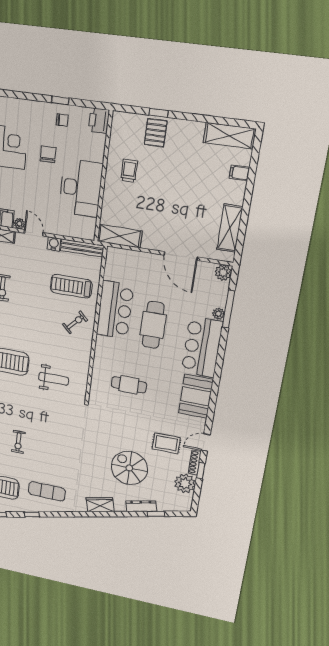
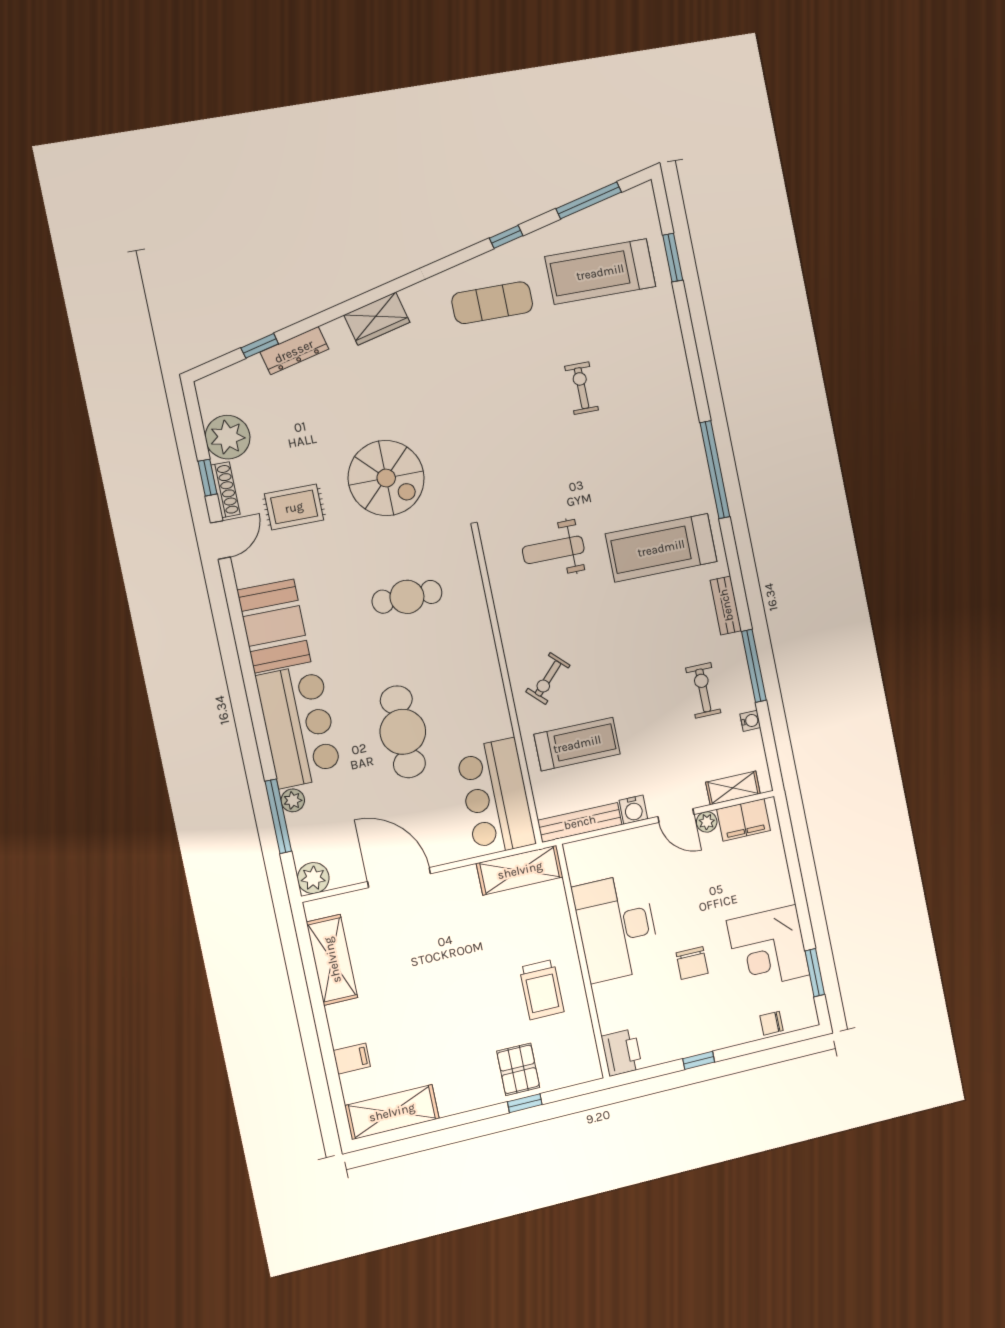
chair: (62, 120) -> (772, 1023), moved
trolley: (129, 171) -> (542, 990), width x1.36, depth x1.39
bar counter: (115, 310) -> (496, 797), moved
spiral stairs: (129, 468) -> (386, 478), moved

